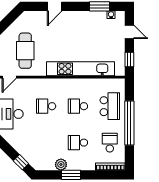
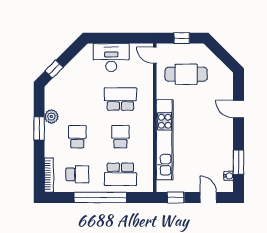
door: (129, 32) -> (208, 197), swing flipped
school desk: (46, 106) -> (120, 99), width x1.85

